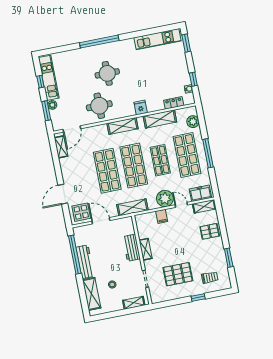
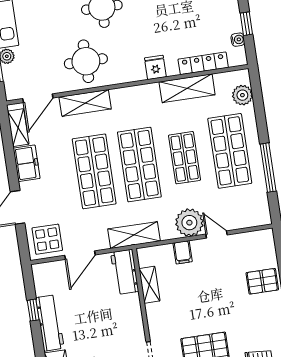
locker: (174, 103) -> (203, 63), width x1.53
shelving: (123, 126) -> (85, 103), moved
window: (208, 153) -> (268, 168), moved
freezer: (200, 193) -> (27, 163), moved, turned 90
shelving: (204, 206) -> (255, 239), removed
door: (101, 221) -> (80, 255), swing flipped
workbench: (132, 248) -> (125, 272), moved
shelving: (145, 249) -> (149, 285), moved
window: (75, 255) -> (33, 310), width x0.32

